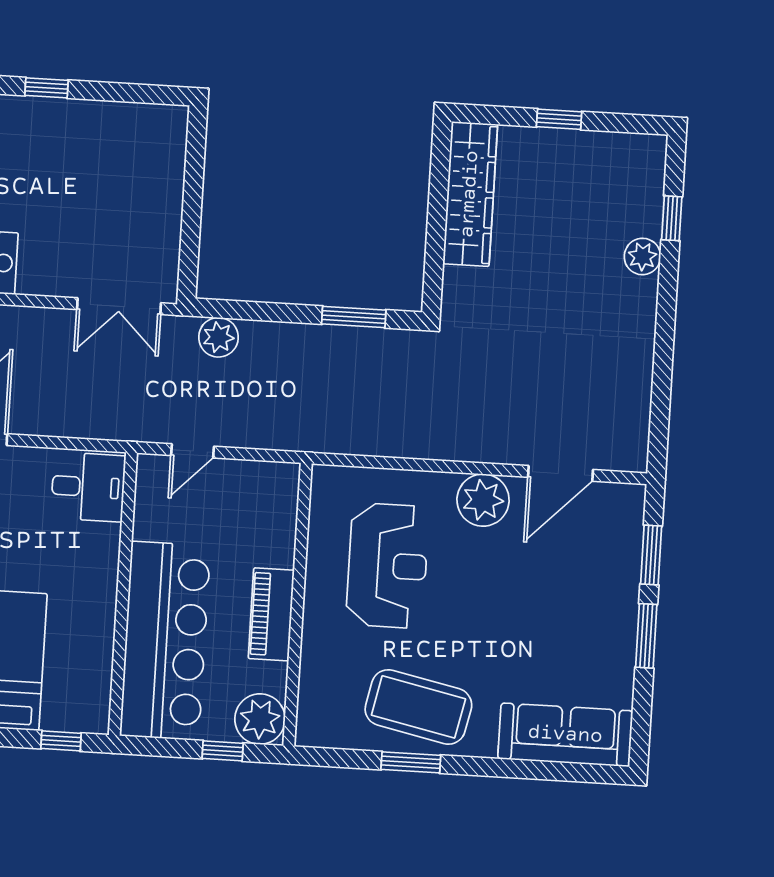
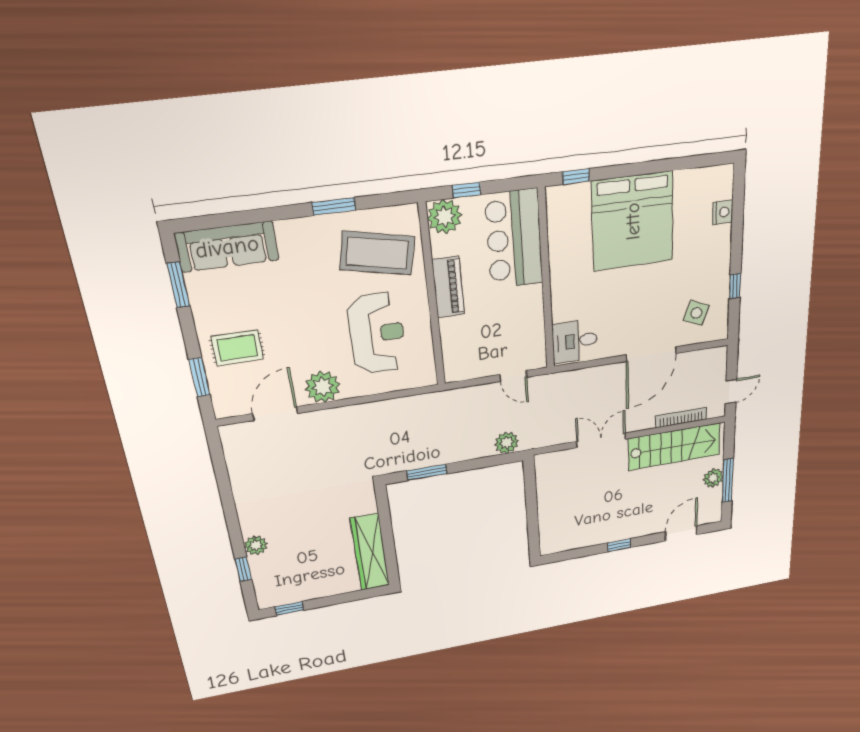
window: (559, 119) -> (289, 609), moved
double door: (119, 306) -> (601, 440), moved
door: (193, 451) -> (513, 376), swing flipped
reception desk: (387, 566) -> (377, 334), turned 180
rug: (588, 588) -> (237, 348), added
window: (646, 636) -> (178, 285), moved
bar counter: (165, 641) -> (514, 239), width x0.73
coffee table: (418, 707) -> (377, 253), moved

